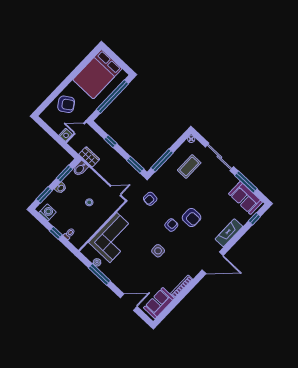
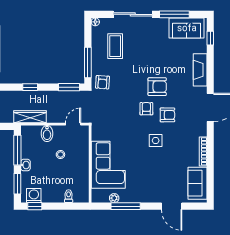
wardrobe: (89, 157) -> (30, 117), width x1.50
bidet: (80, 169) -> (47, 134), moved
window: (64, 174) -> (17, 150), width x1.44
armchair: (150, 199) -> (102, 82), moved
window: (56, 233) -> (35, 206), moved
armchair: (181, 242) -> (167, 115), added
door: (129, 302) -> (172, 206), swing flipped

